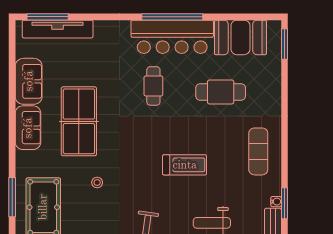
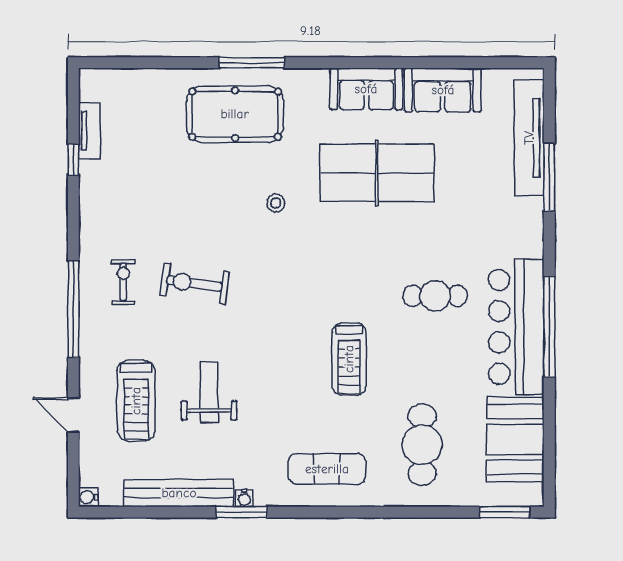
window: (48, 17) -> (549, 177), moved
cafe table: (221, 92) -> (422, 445), moved
treadmill: (185, 165) -> (349, 359), moved

